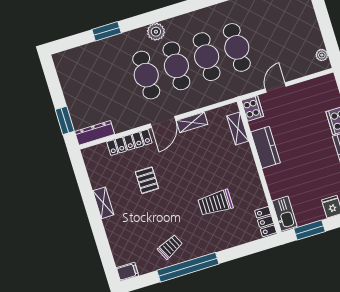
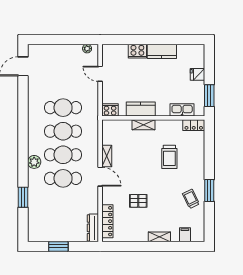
door: (276, 88) -> (100, 74), moved
window: (65, 120) -> (58, 246), moved
shelving: (238, 129) -> (144, 125), moved
locker: (129, 142) -> (107, 221), moved
shelving: (103, 203) -> (159, 237), moved
kitchen sink: (284, 214) -> (182, 110), moved
window: (188, 267) -> (209, 190), width x0.47
filing cabinet: (127, 272) -> (185, 235), moved

